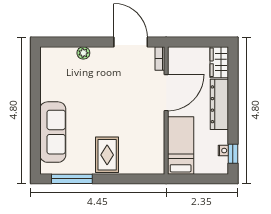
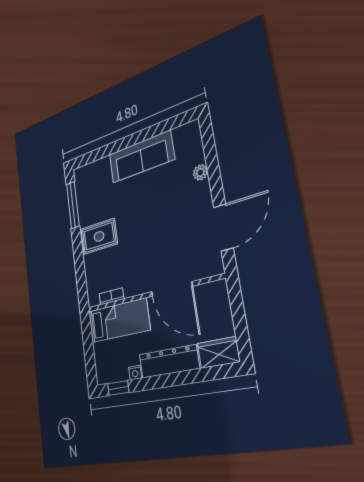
bookcase: (160, 58) -> (111, 296), moved
sofa: (53, 132) -> (141, 157), moved
nightstand: (223, 151) -> (135, 373), moved

